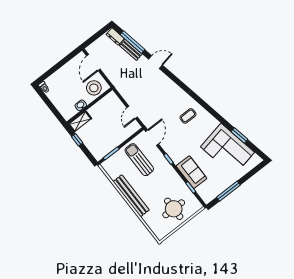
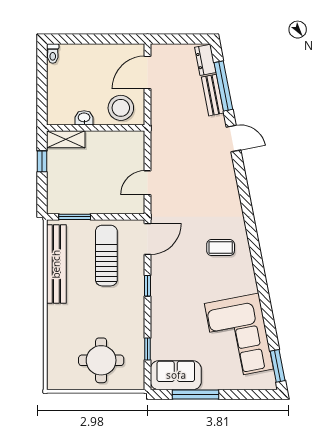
window: (239, 135) -> (278, 366), moved
sofa: (191, 172) -> (176, 375), moved, turned -90
bench: (131, 196) -> (56, 264), moved

